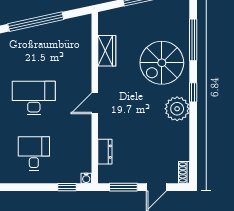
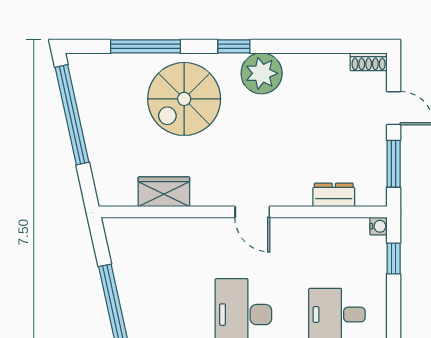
spiral stairs: (162, 63) -> (184, 99), turned 90

